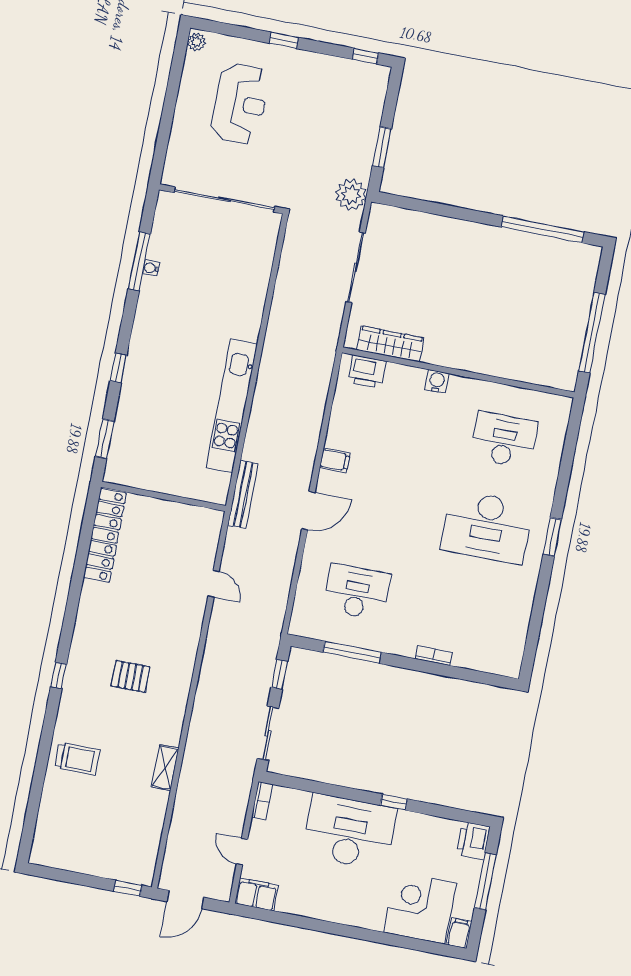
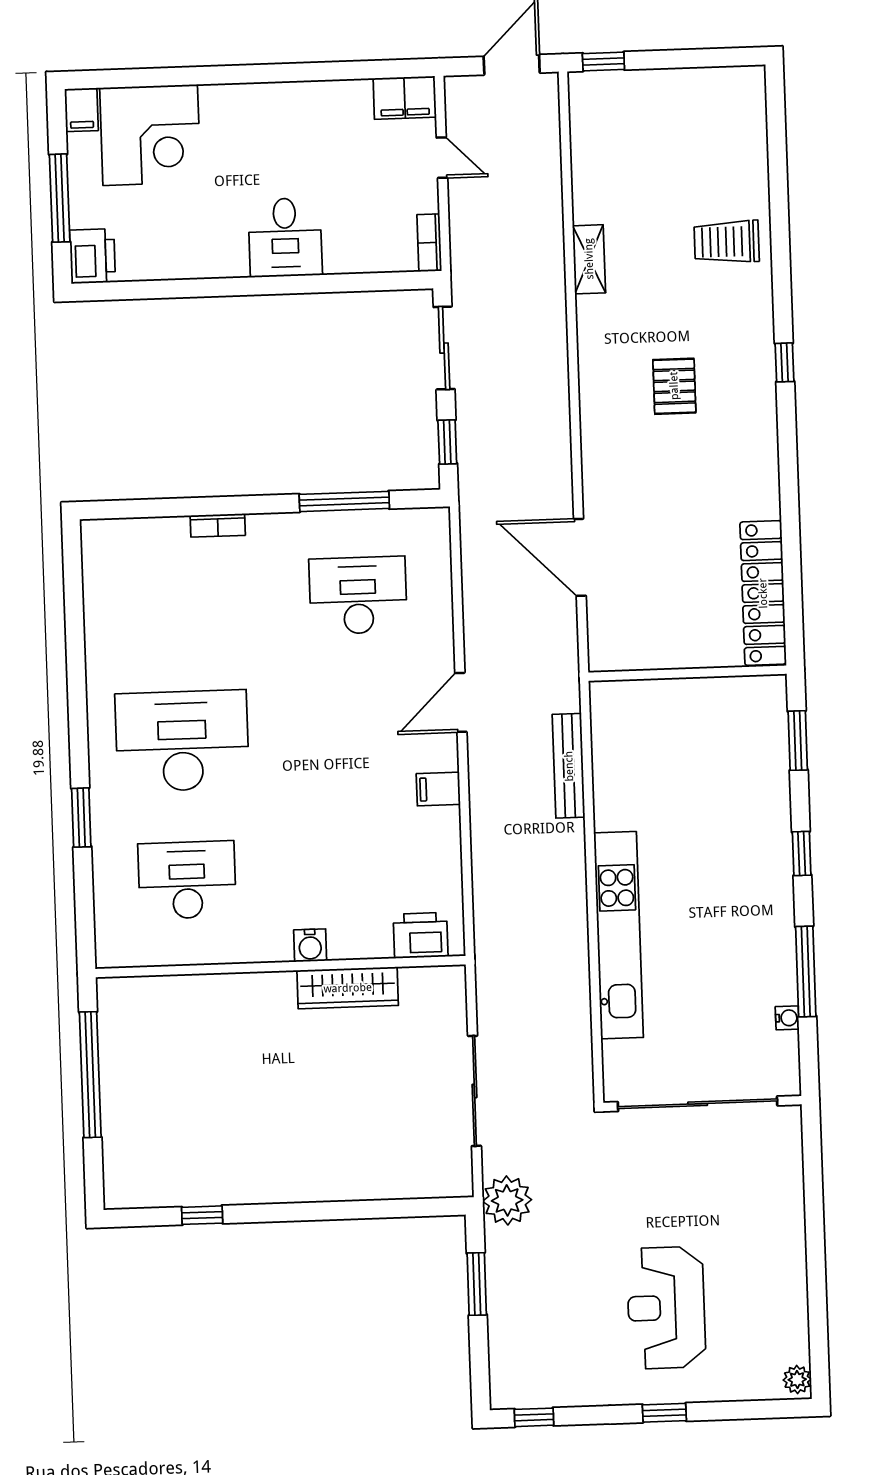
reception desk: (240, 104) -> (666, 1308), moved
wall: (221, 199) -> (702, 1104), moved
sliding door: (224, 199) -> (698, 1104), moved
window: (543, 229) -> (202, 1215), width x0.32
window: (139, 261) -> (806, 971), moved
wardrobe: (390, 344) -> (348, 988), moved
kitchen unit: (232, 406) -> (619, 935), moved
desk: (504, 440) -> (187, 880), turned 180
bench: (243, 494) -> (569, 766), moved
window: (552, 537) -> (81, 818), moved
door: (214, 584) -> (580, 557), width x1.87
desk: (357, 592) -> (358, 595), turned 180
pallet: (130, 676) -> (674, 386), turned 90
window: (394, 802) -> (227, 287), removed
desk: (349, 832) -> (285, 237), width x0.53, depth x0.77

